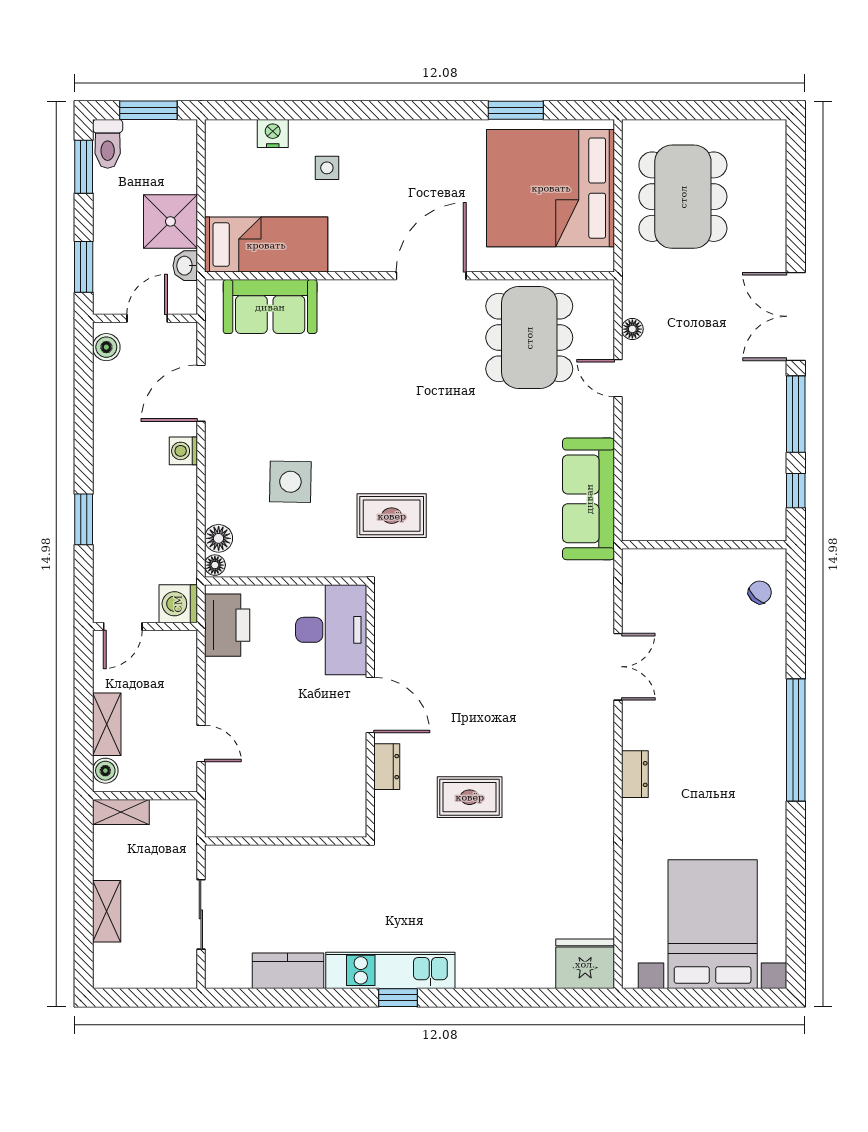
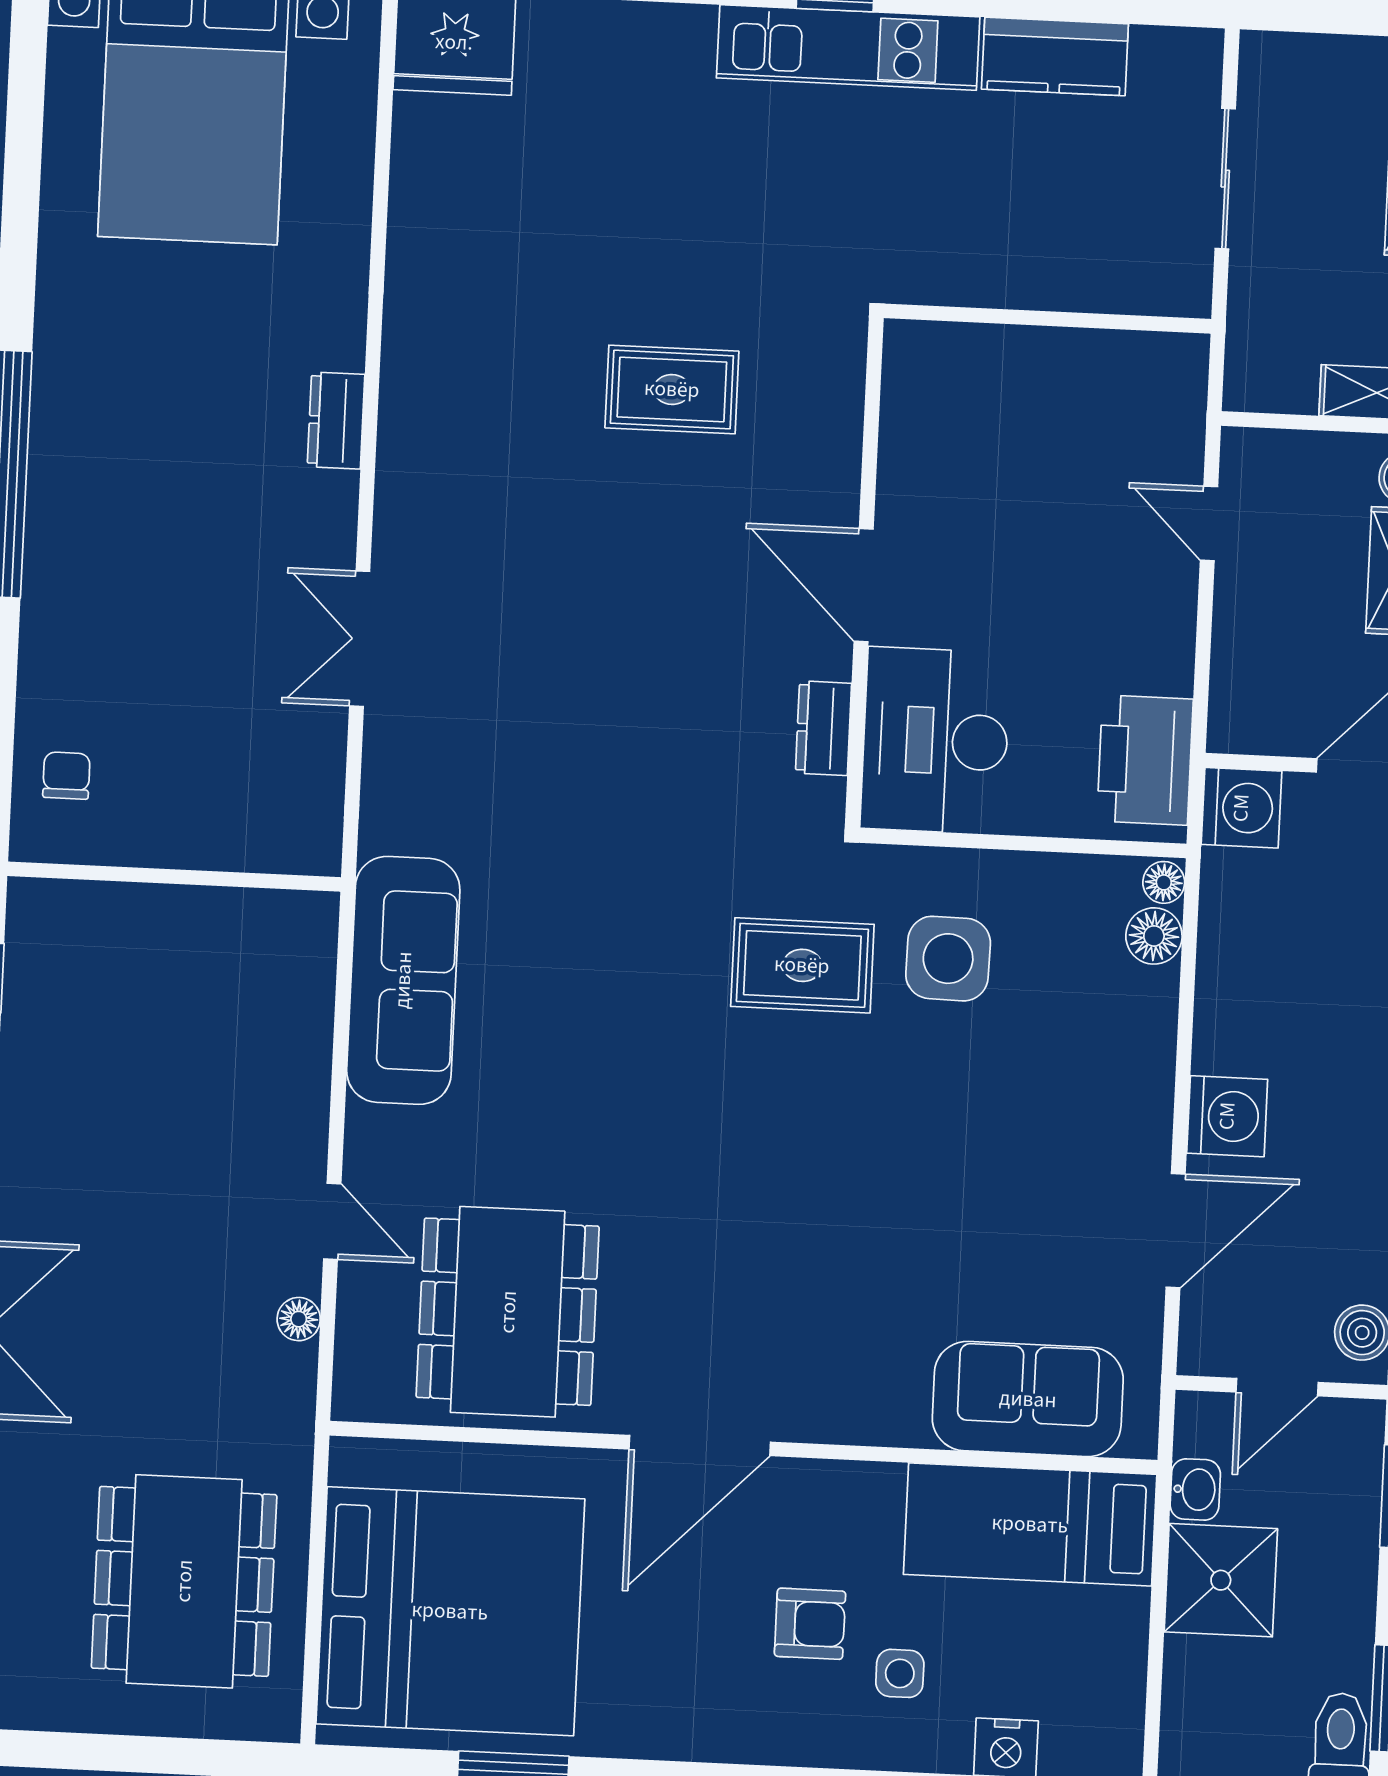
armchair: (372, 190) -> (810, 1624), added
washing machine: (183, 451) -> (1227, 1116), width x1.38, depth x1.38
side table: (290, 482) -> (948, 959), moved
chair: (760, 592) -> (66, 776), turned 137
dresser: (387, 767) -> (823, 728), moved

